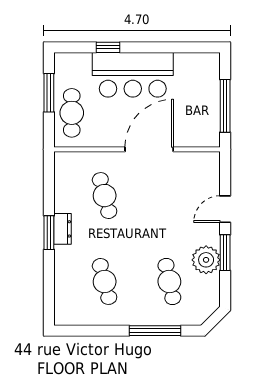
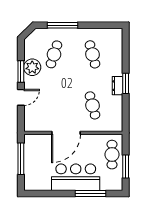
window: (108, 47) -> (90, 193), width x2.17
cafe table: (169, 281) -> (54, 54), turned 30

